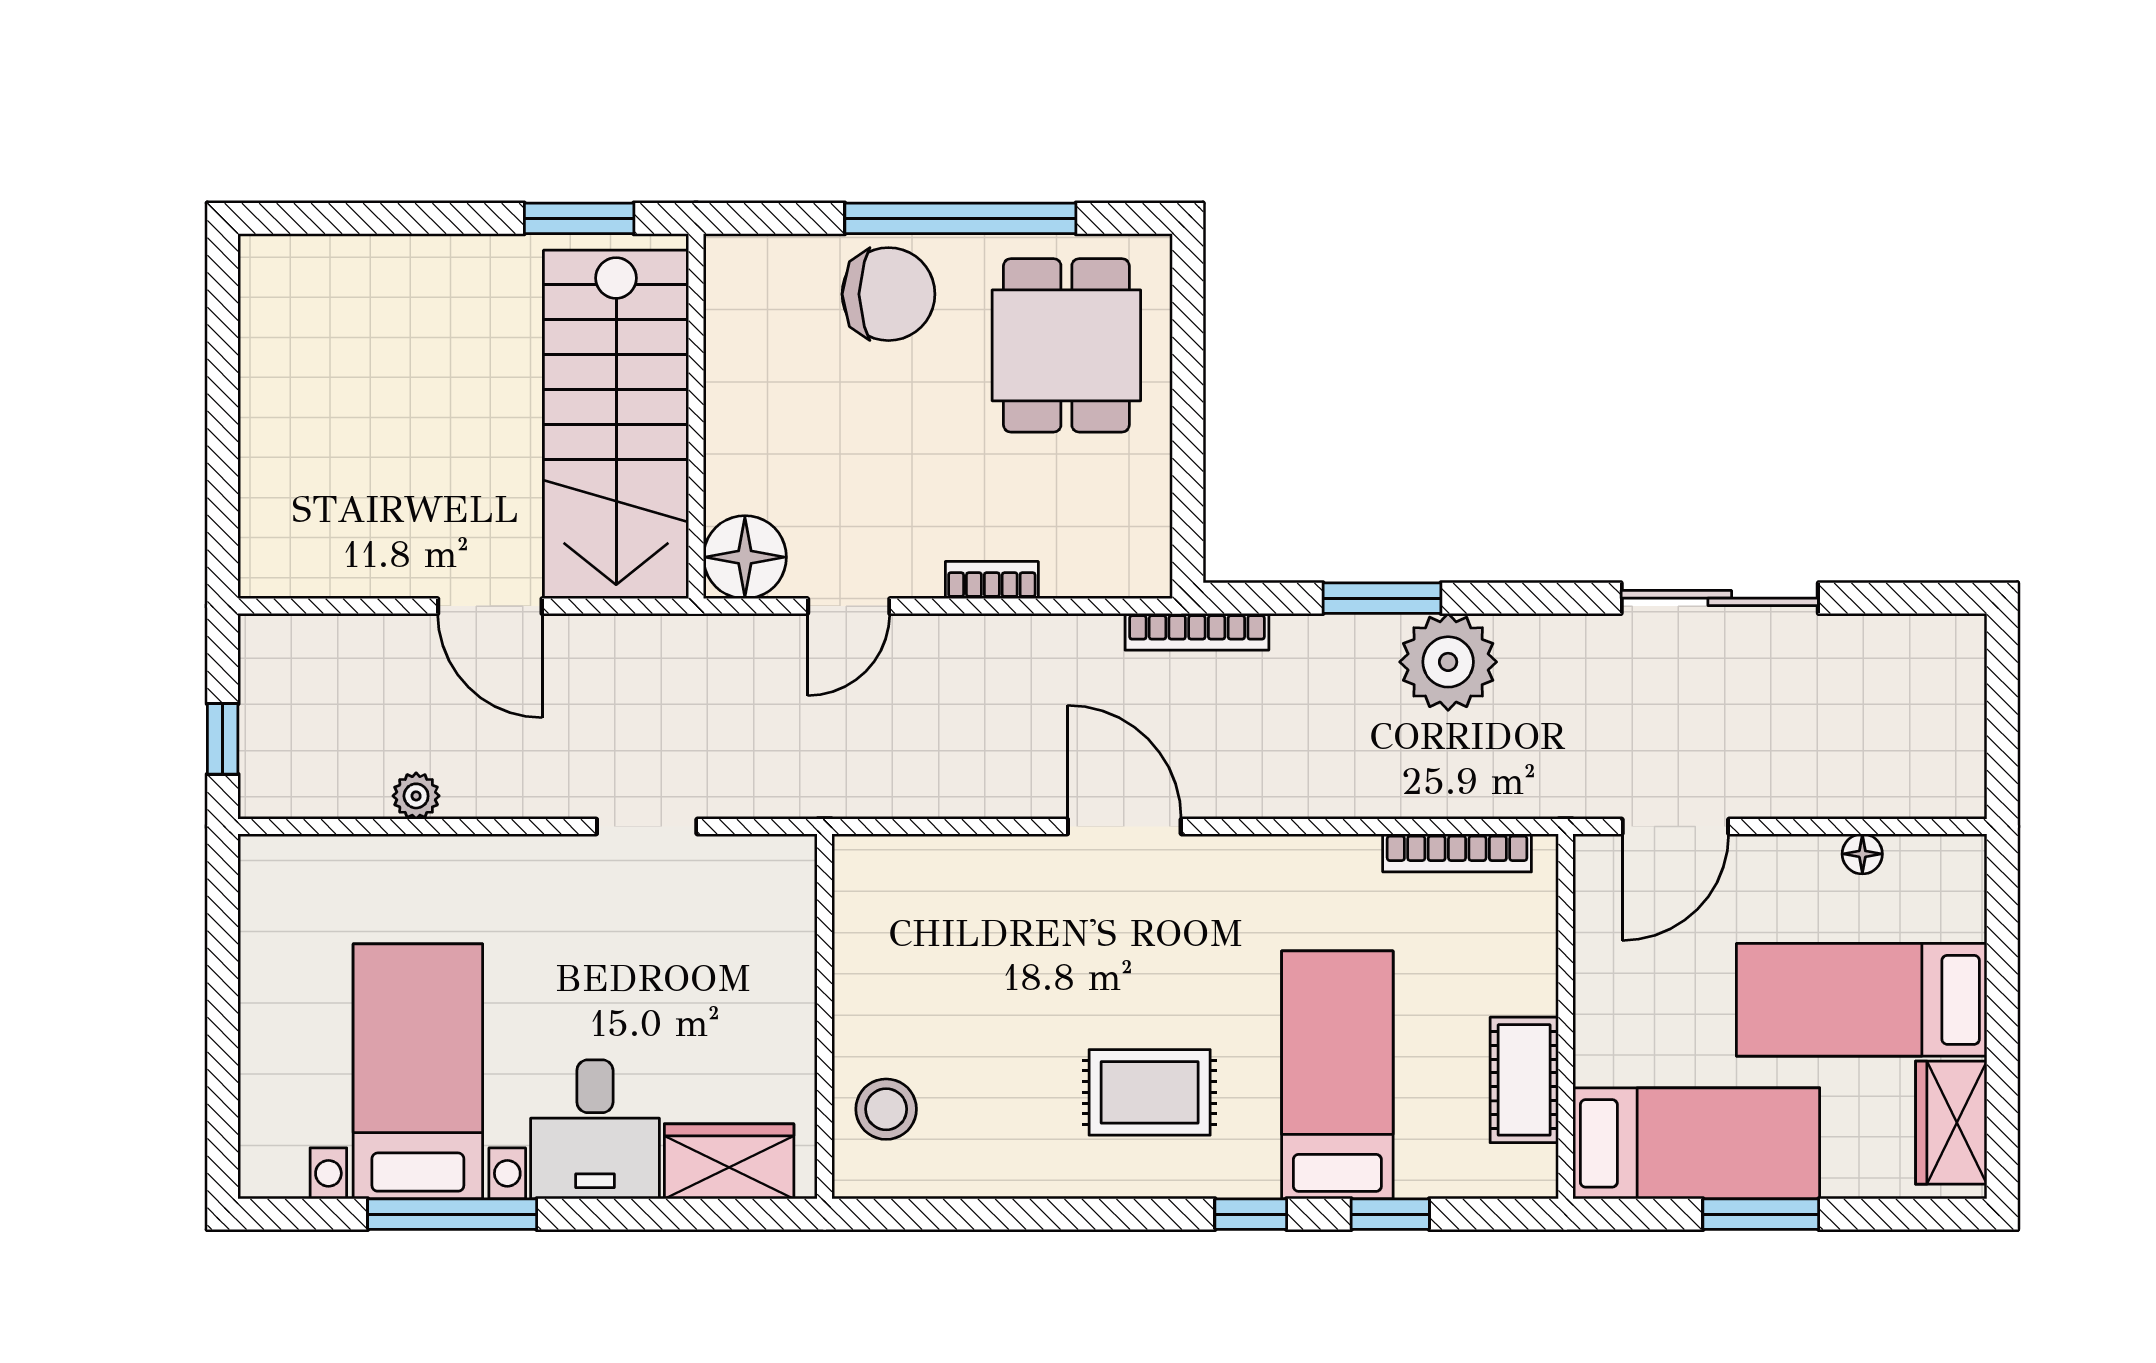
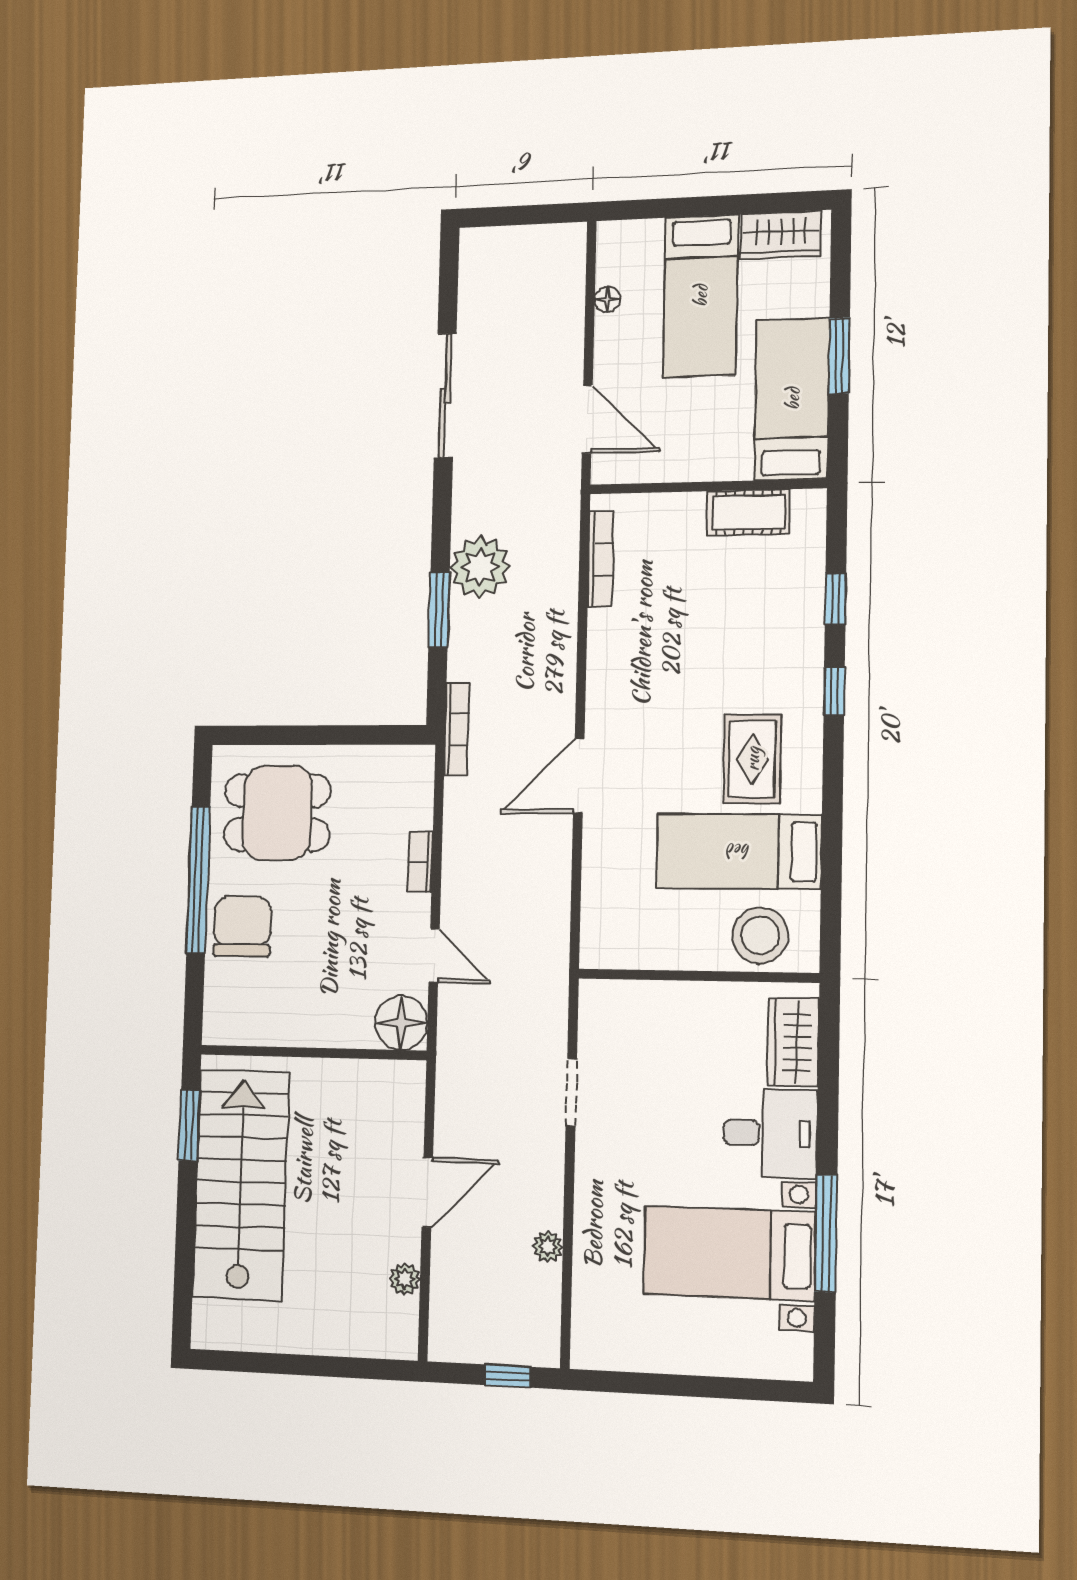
stairs: (616, 424) -> (241, 1185), moved, turned -90
plant: (359, 574) -> (405, 1279), added
bed: (1337, 1075) -> (739, 851), moved
stool: (886, 1109) -> (760, 935), width x1.38, depth x1.38

